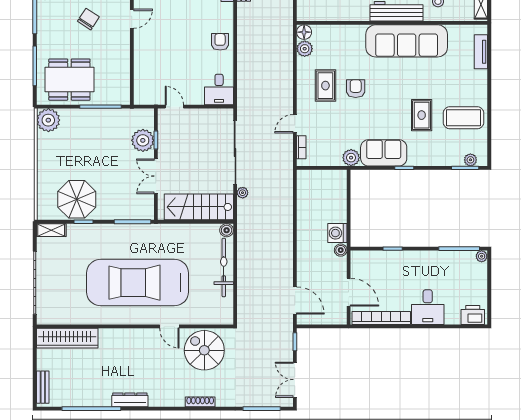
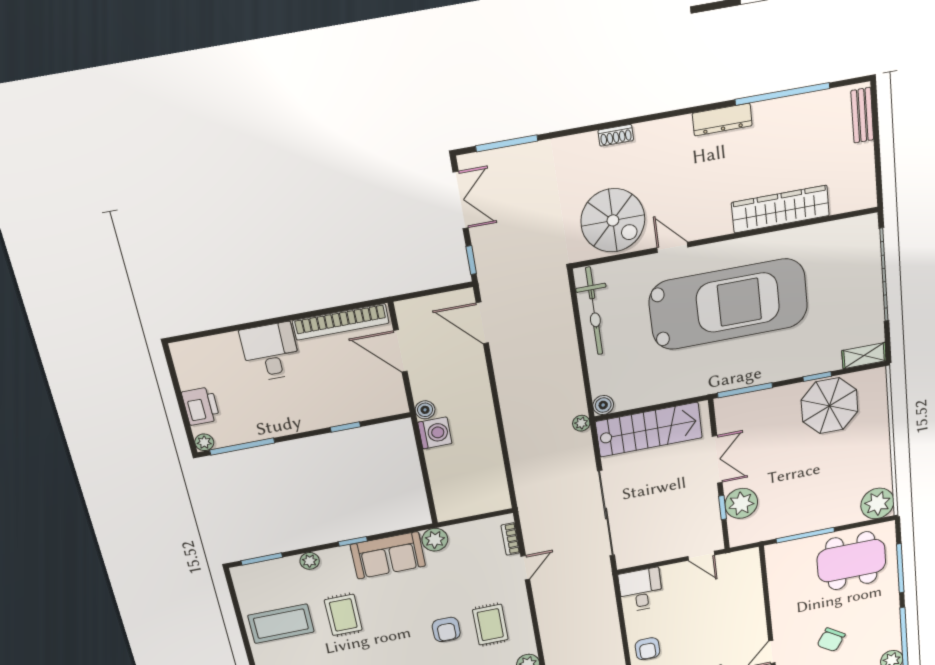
plant: (470, 160) -> (310, 561), moved
plant: (243, 193) -> (581, 423), moved
bicycle: (224, 268) -> (594, 311), moved
printer: (473, 315) -> (201, 406), moved, turned -90
wardrobe: (67, 338) -> (780, 209), moved
shoe rack: (200, 402) -> (616, 135), width x0.70

